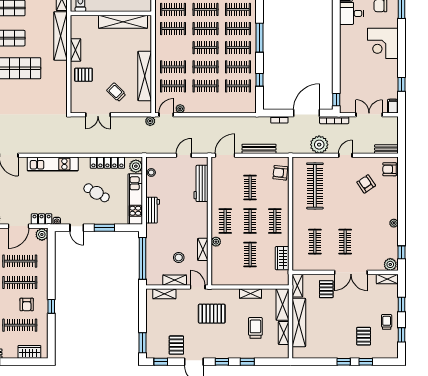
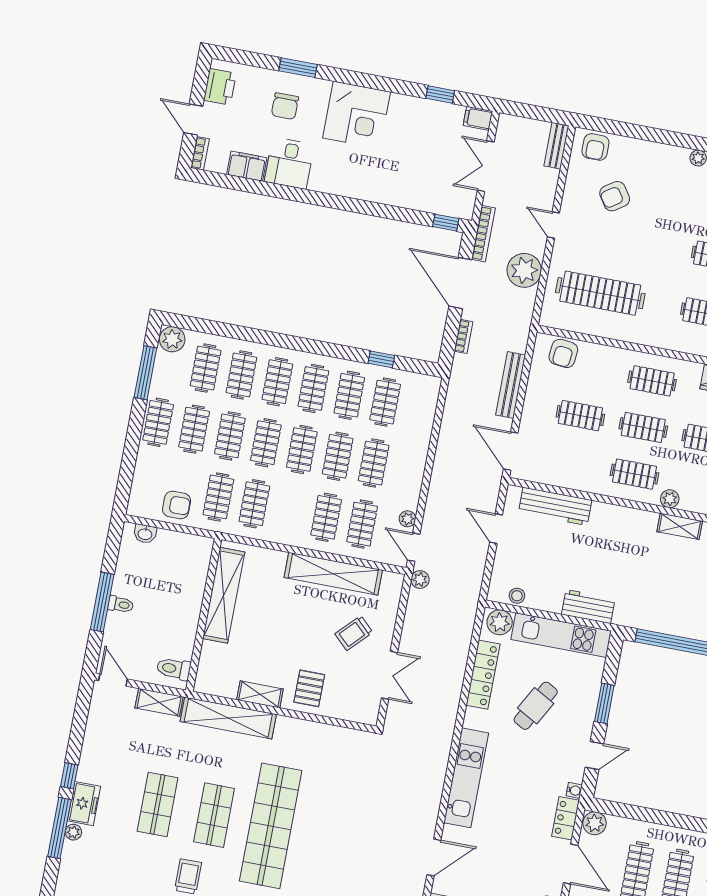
window: (260, 38) -> (302, 344), removed
stool: (179, 258) -> (686, 574), removed

